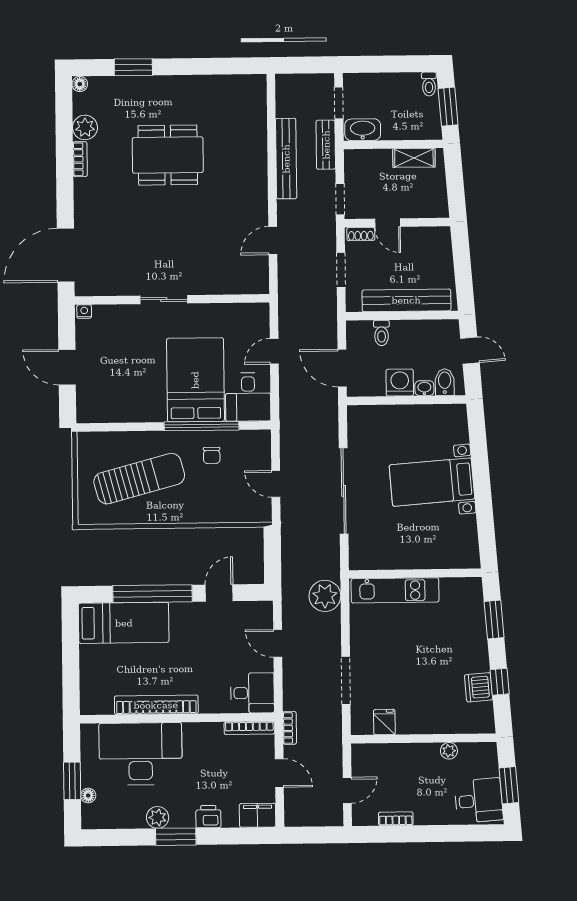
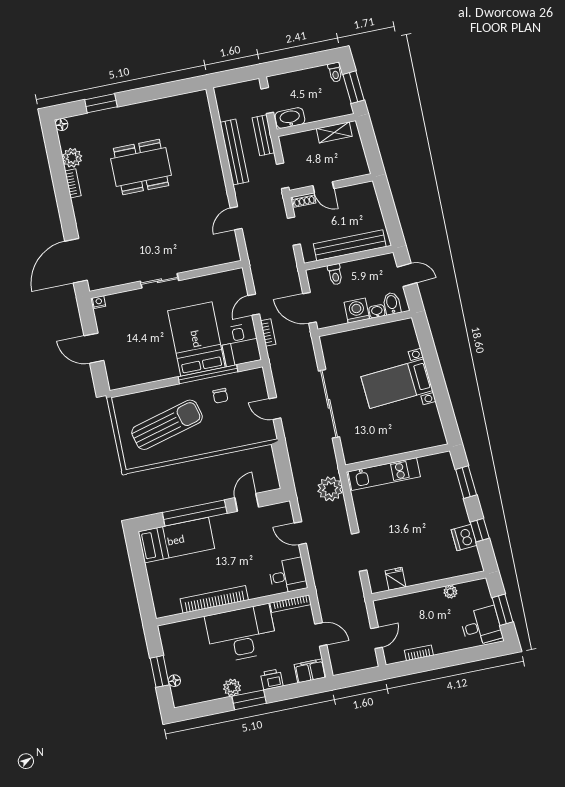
bookcase: (290, 728) -> (268, 332), moved
desk: (141, 754) -> (241, 634), moved

